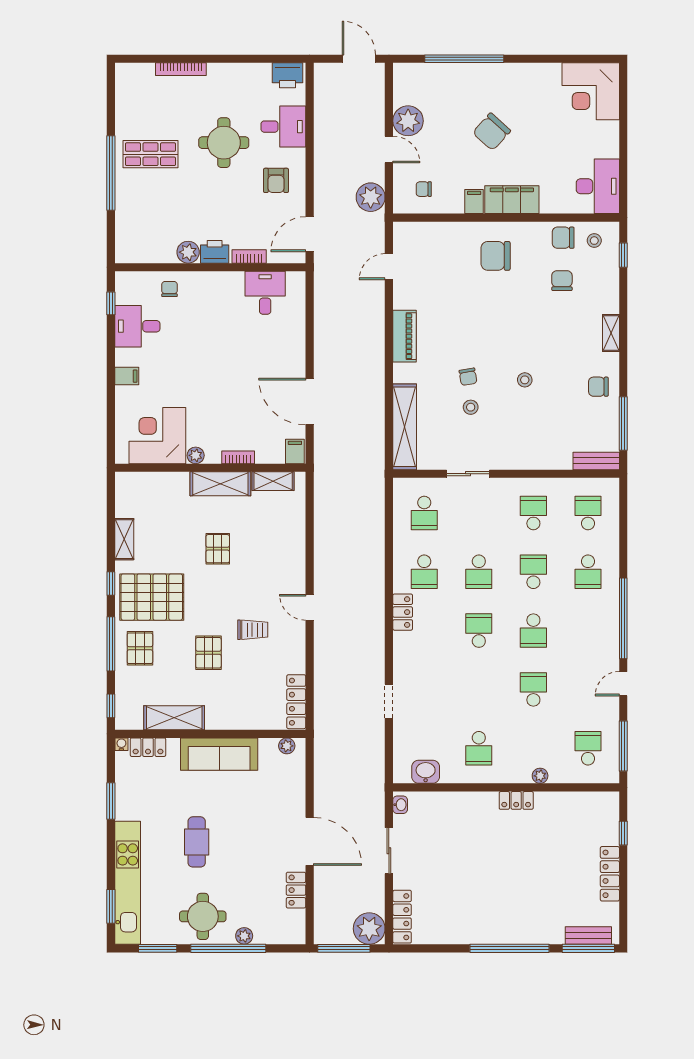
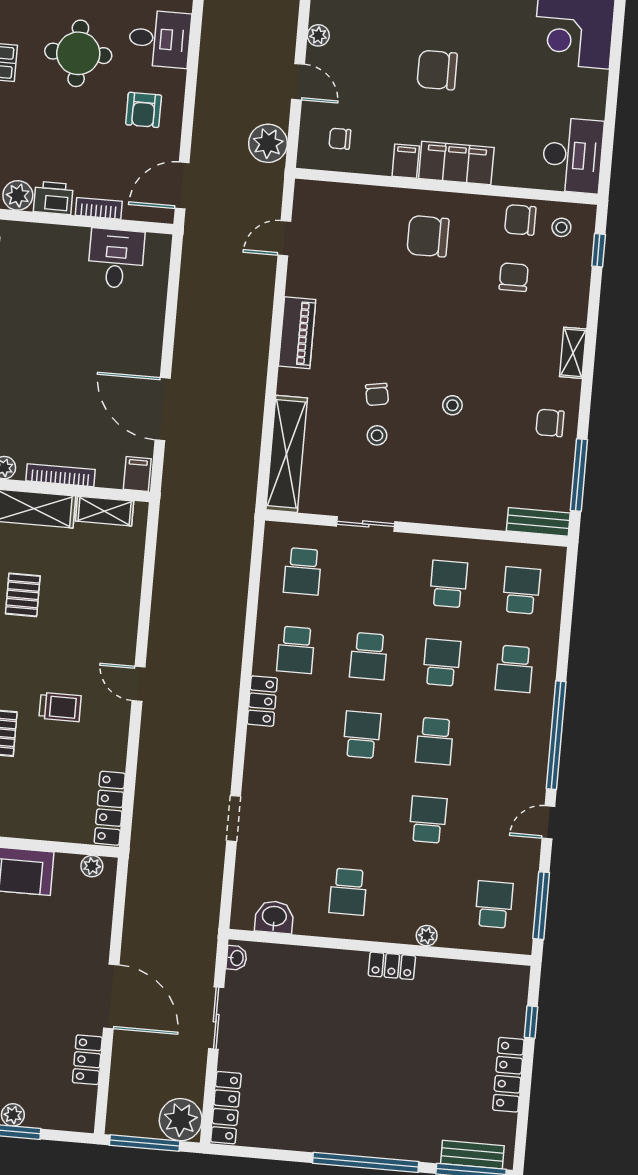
plant: (408, 121) -> (318, 35), width x0.53, depth x0.53
chair: (492, 132) -> (437, 70), turned 48
bookcase: (238, 457) -> (61, 475), width x1.56

